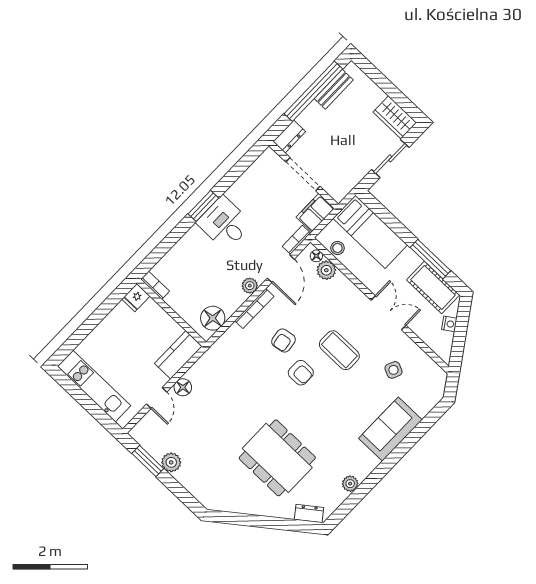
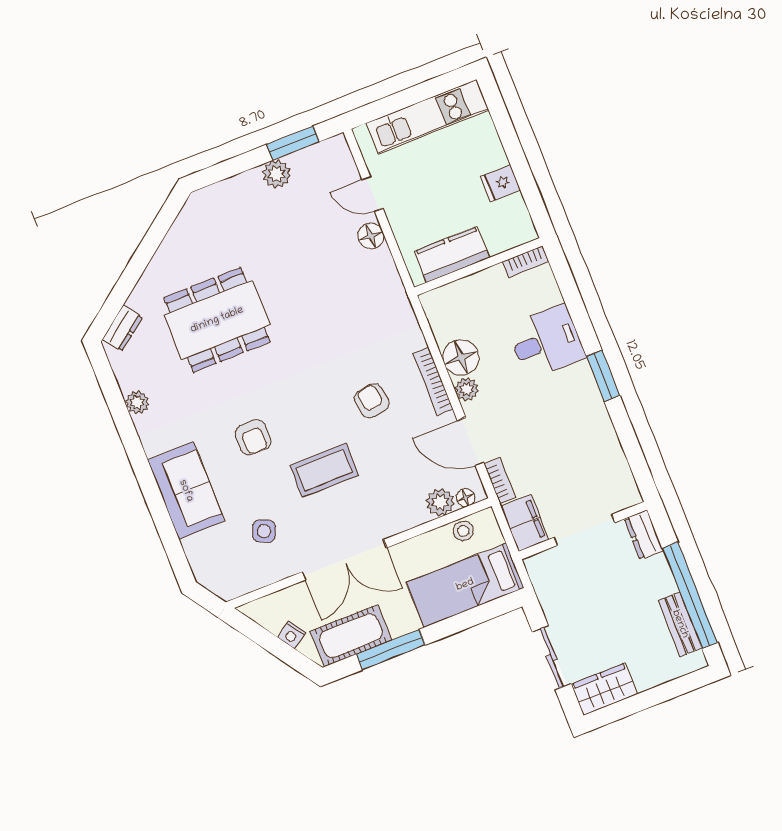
desk: (224, 223) -> (546, 342), moved
fridge: (136, 298) -> (500, 183), moved, turned -90
double door: (388, 313) -> (344, 560), width x1.37
floor lamp: (213, 318) -> (461, 357), moved
kitchen counter: (178, 355) -> (452, 254), moved, turned -90
armchair: (301, 373) -> (253, 437), moved, turned -90

